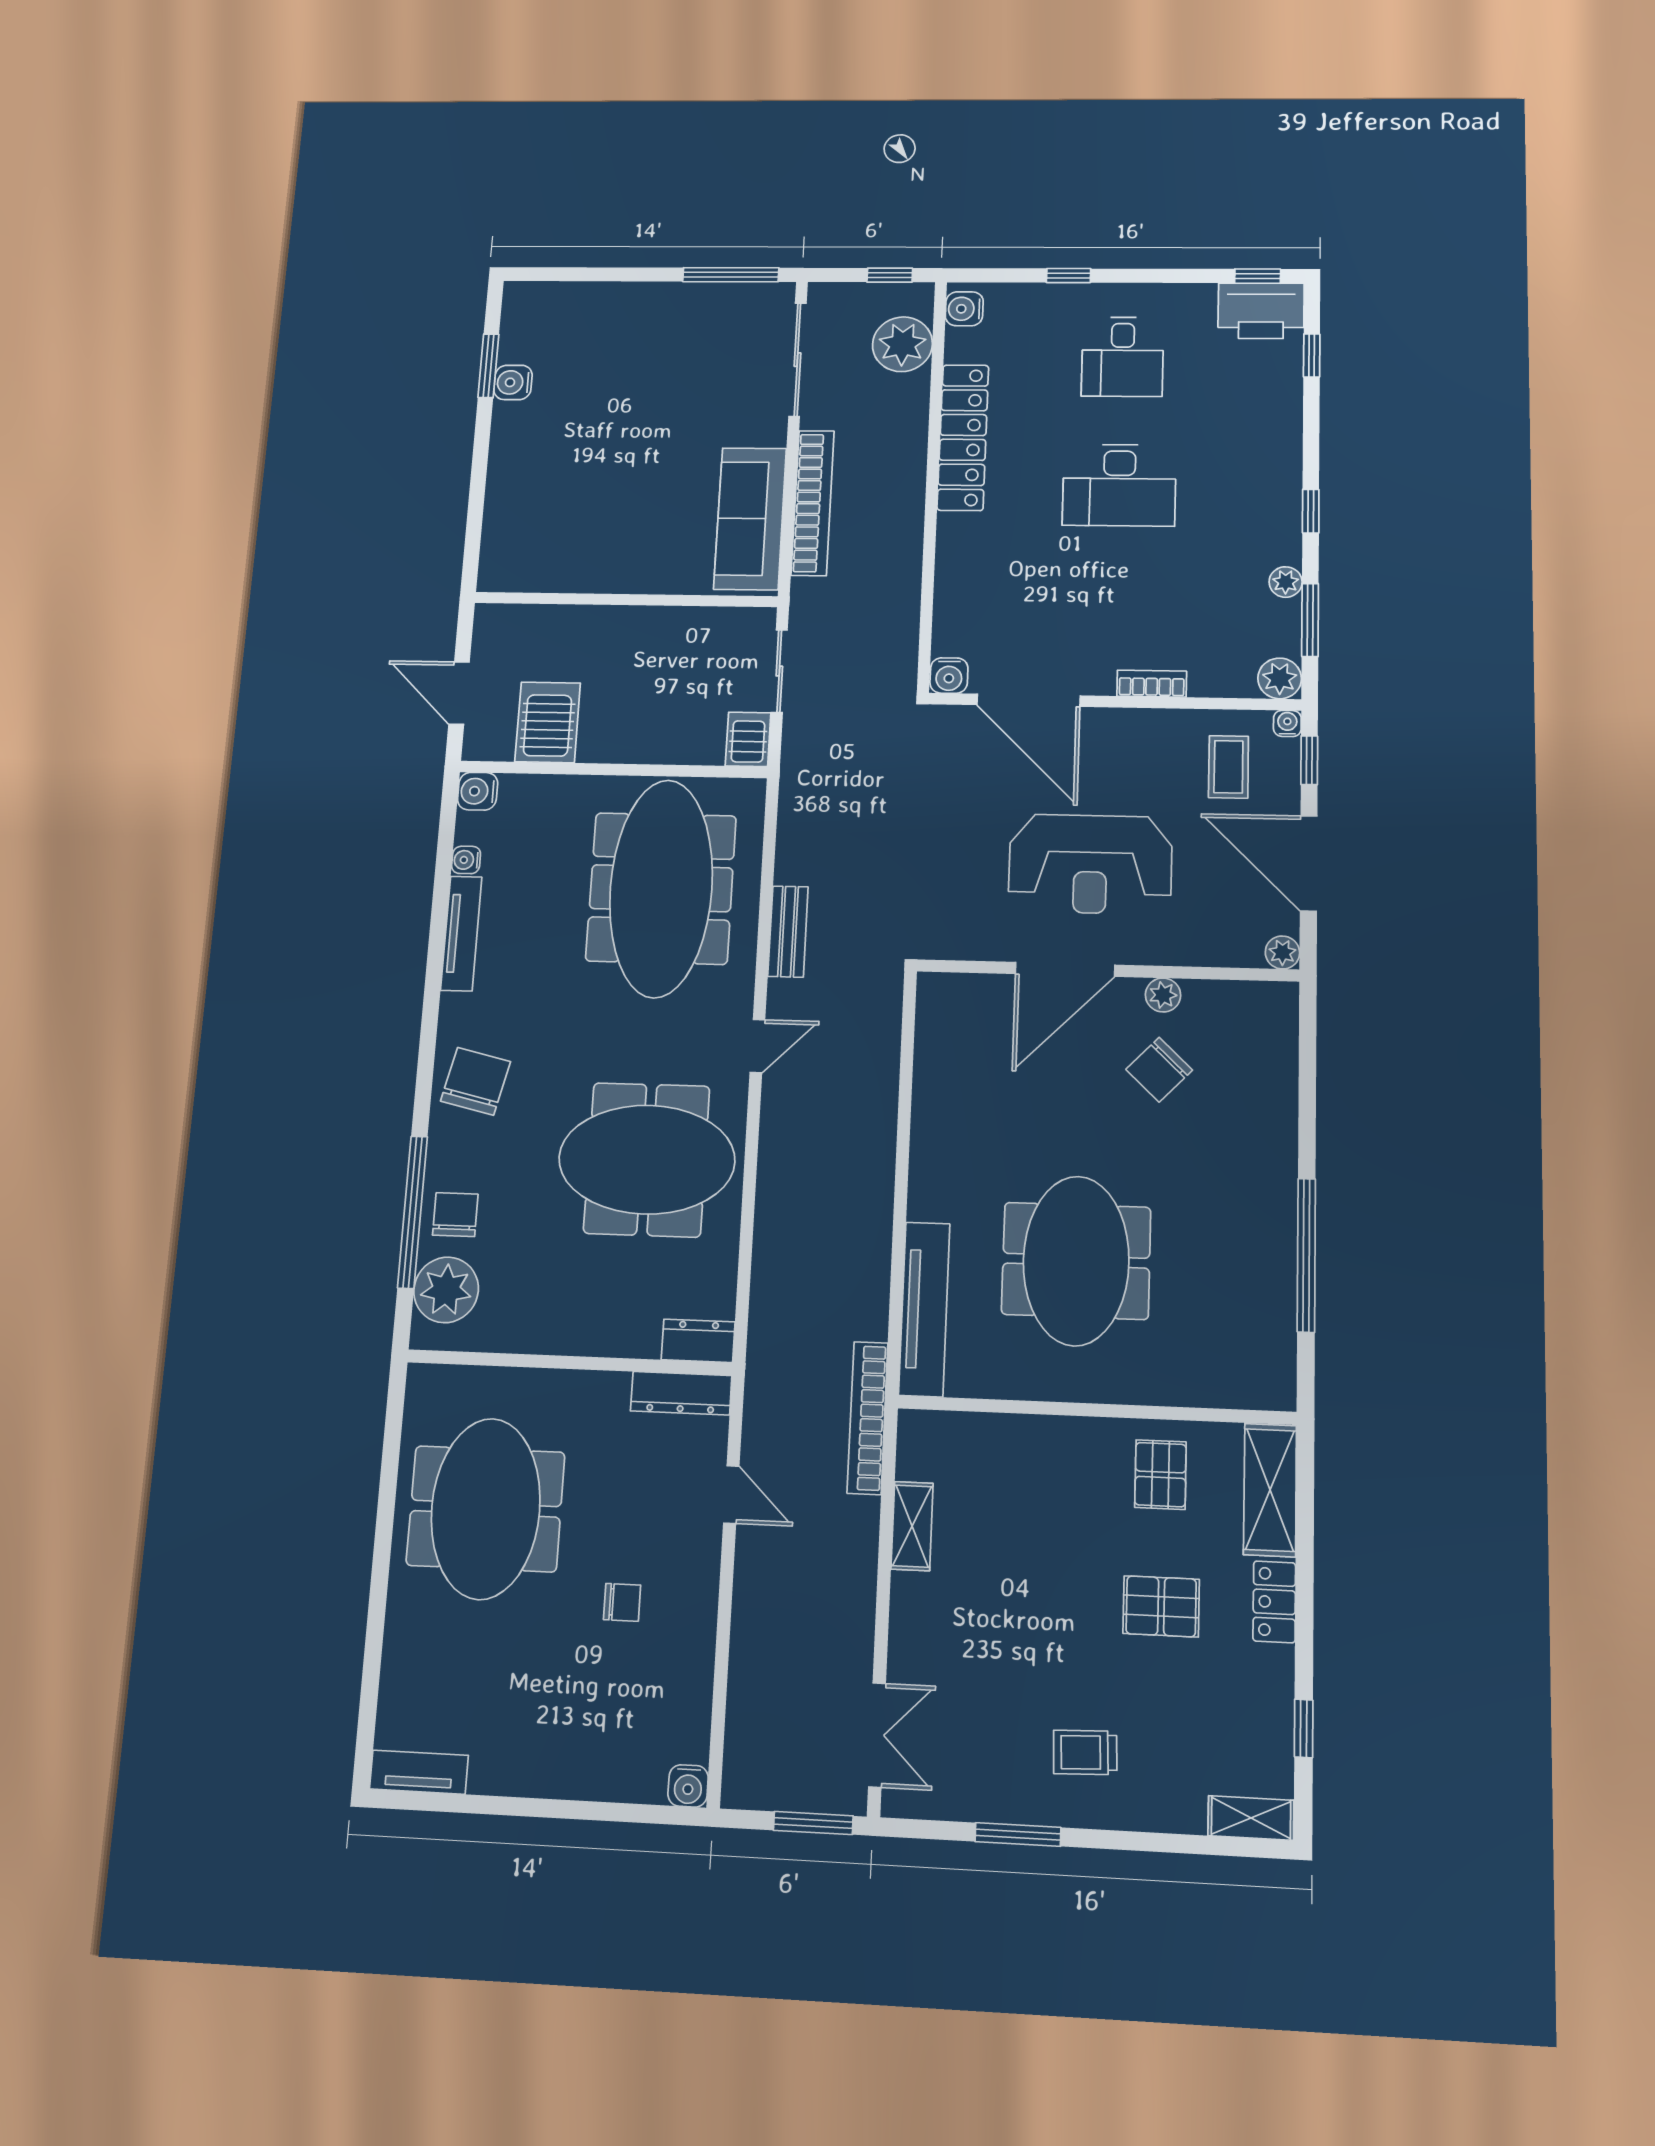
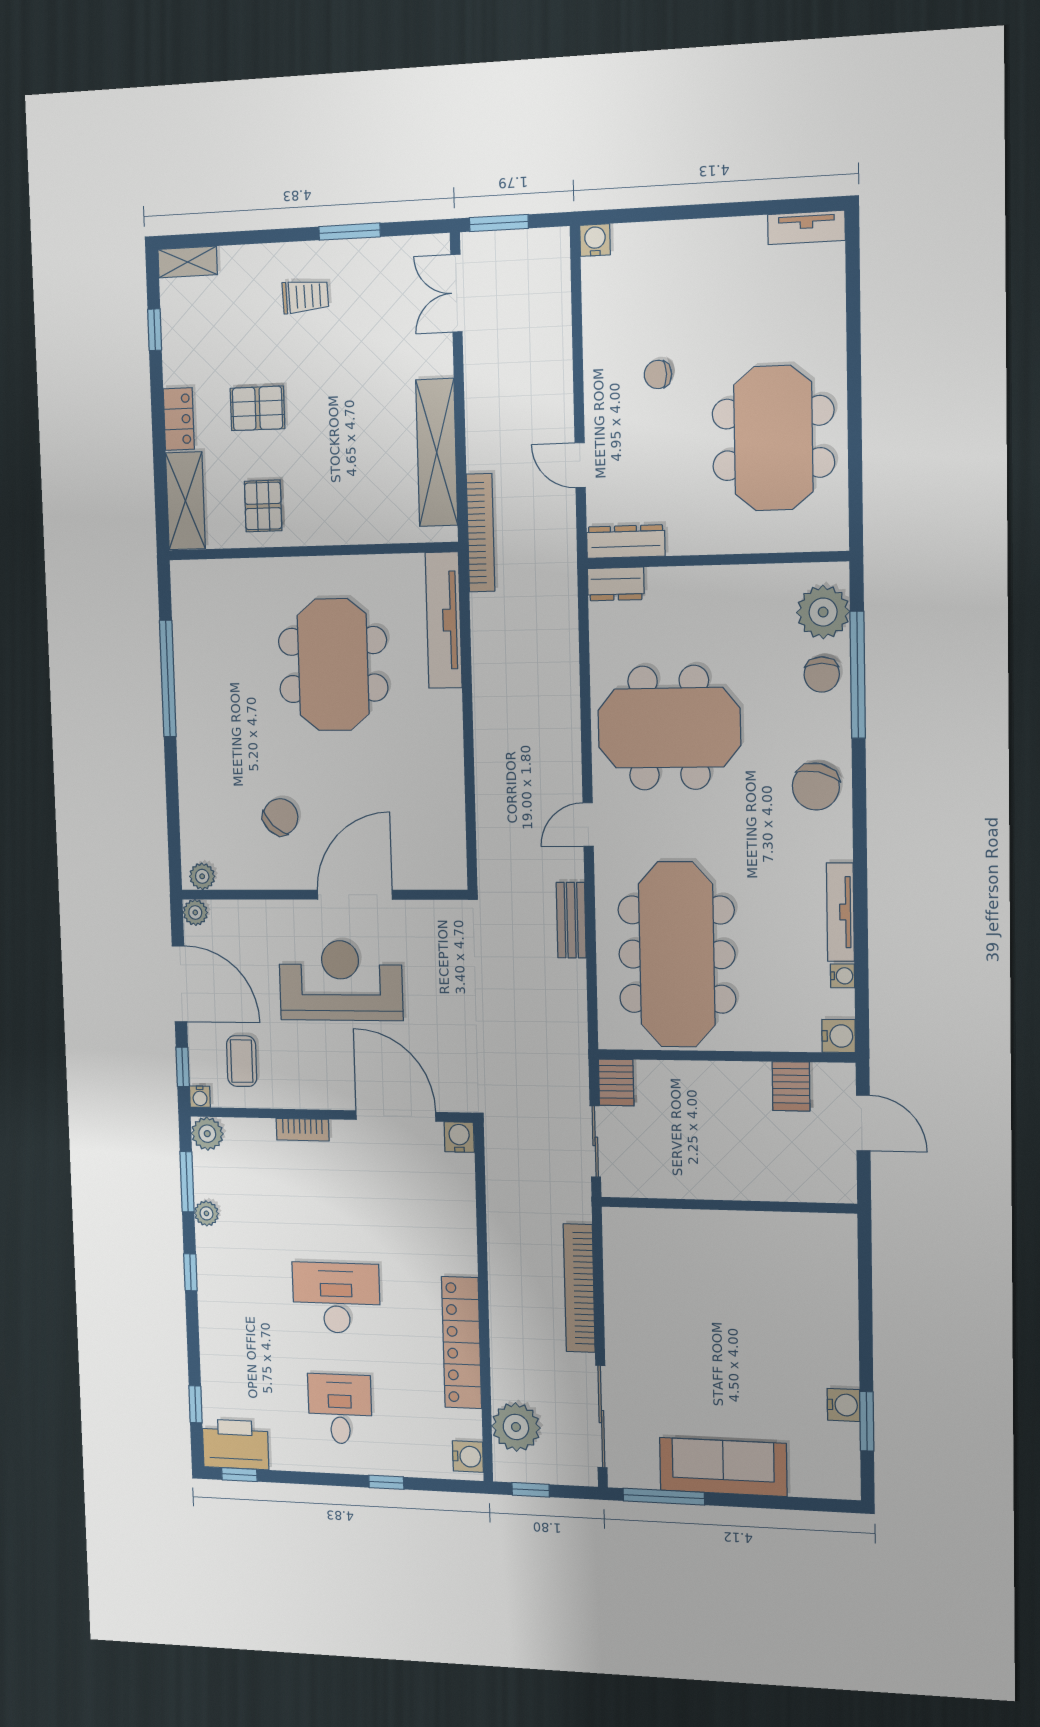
sofa: (750, 519) -> (723, 1467), moved, turned -90
server rack: (548, 722) -> (791, 1086), width x0.73, depth x0.70
plant: (1163, 995) -> (202, 876), moved
shelving: (912, 1526) -> (437, 453), width x2.20, depth x1.33

